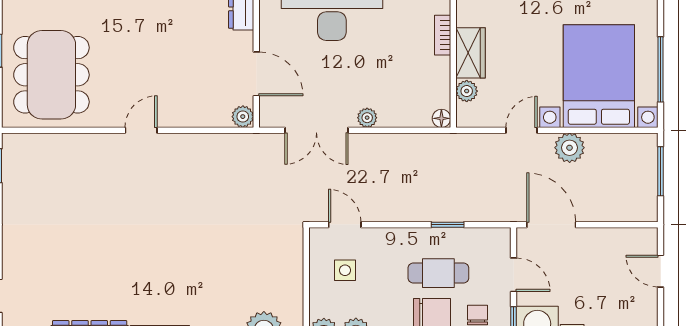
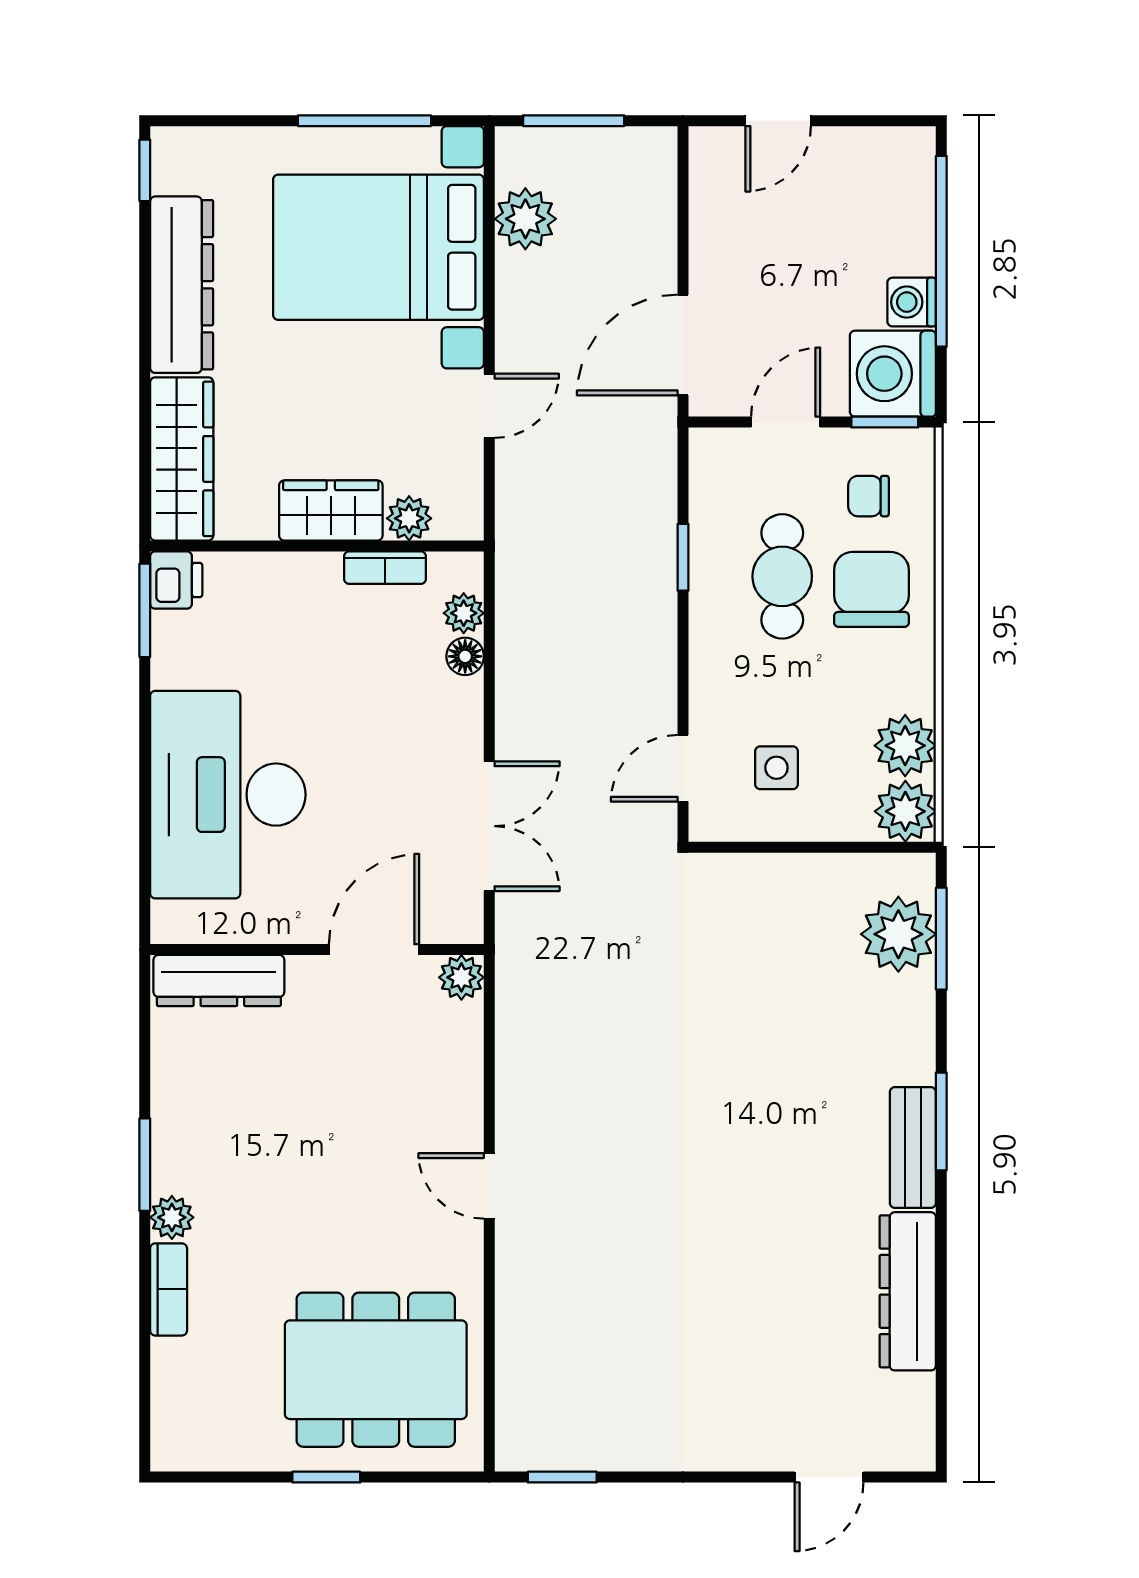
bookcase: (443, 35) -> (385, 568), moved
plant: (367, 118) -> (464, 613), moved
floor lamp: (441, 118) -> (465, 656), moved
door: (522, 130) -> (489, 406), swing flipped
plant: (570, 148) -> (525, 219), moved

